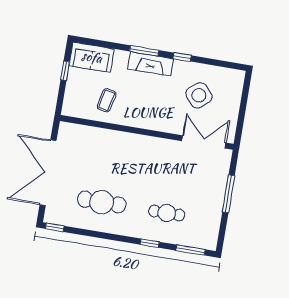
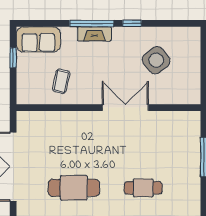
window: (144, 51) -> (92, 23), width x1.44
fireplace: (151, 64) -> (94, 34), width x0.73, depth x0.76
double door: (204, 142) -> (125, 108), moved

